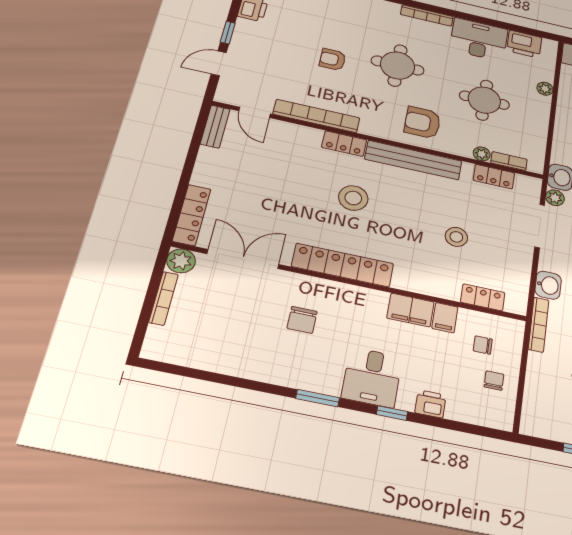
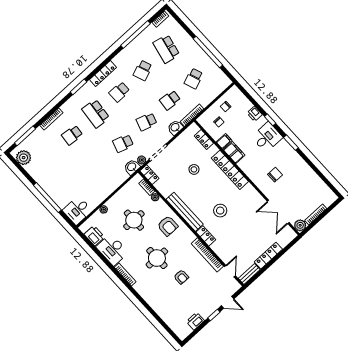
locker: (494, 177) -> (149, 175), moved
locker: (192, 215) -> (268, 256), moved
locker: (343, 265) -> (230, 170), moved

